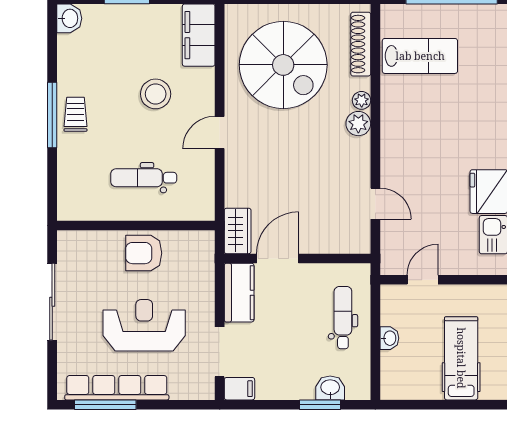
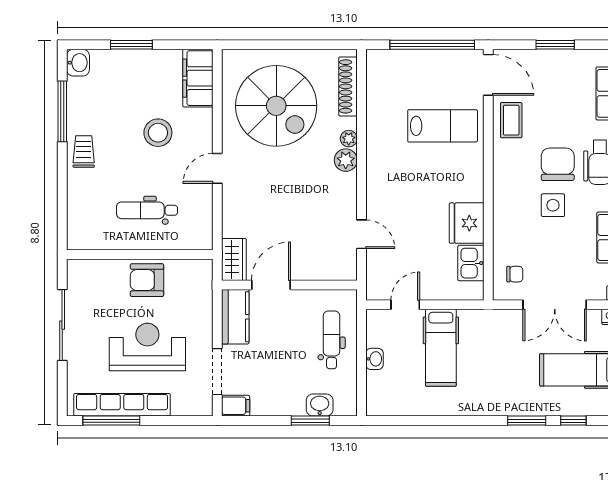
lab bench: (420, 56) -> (443, 126), moved
window: (52, 115) -> (62, 111), moved
hospital bed: (461, 358) -> (441, 348), moved, turned 180

